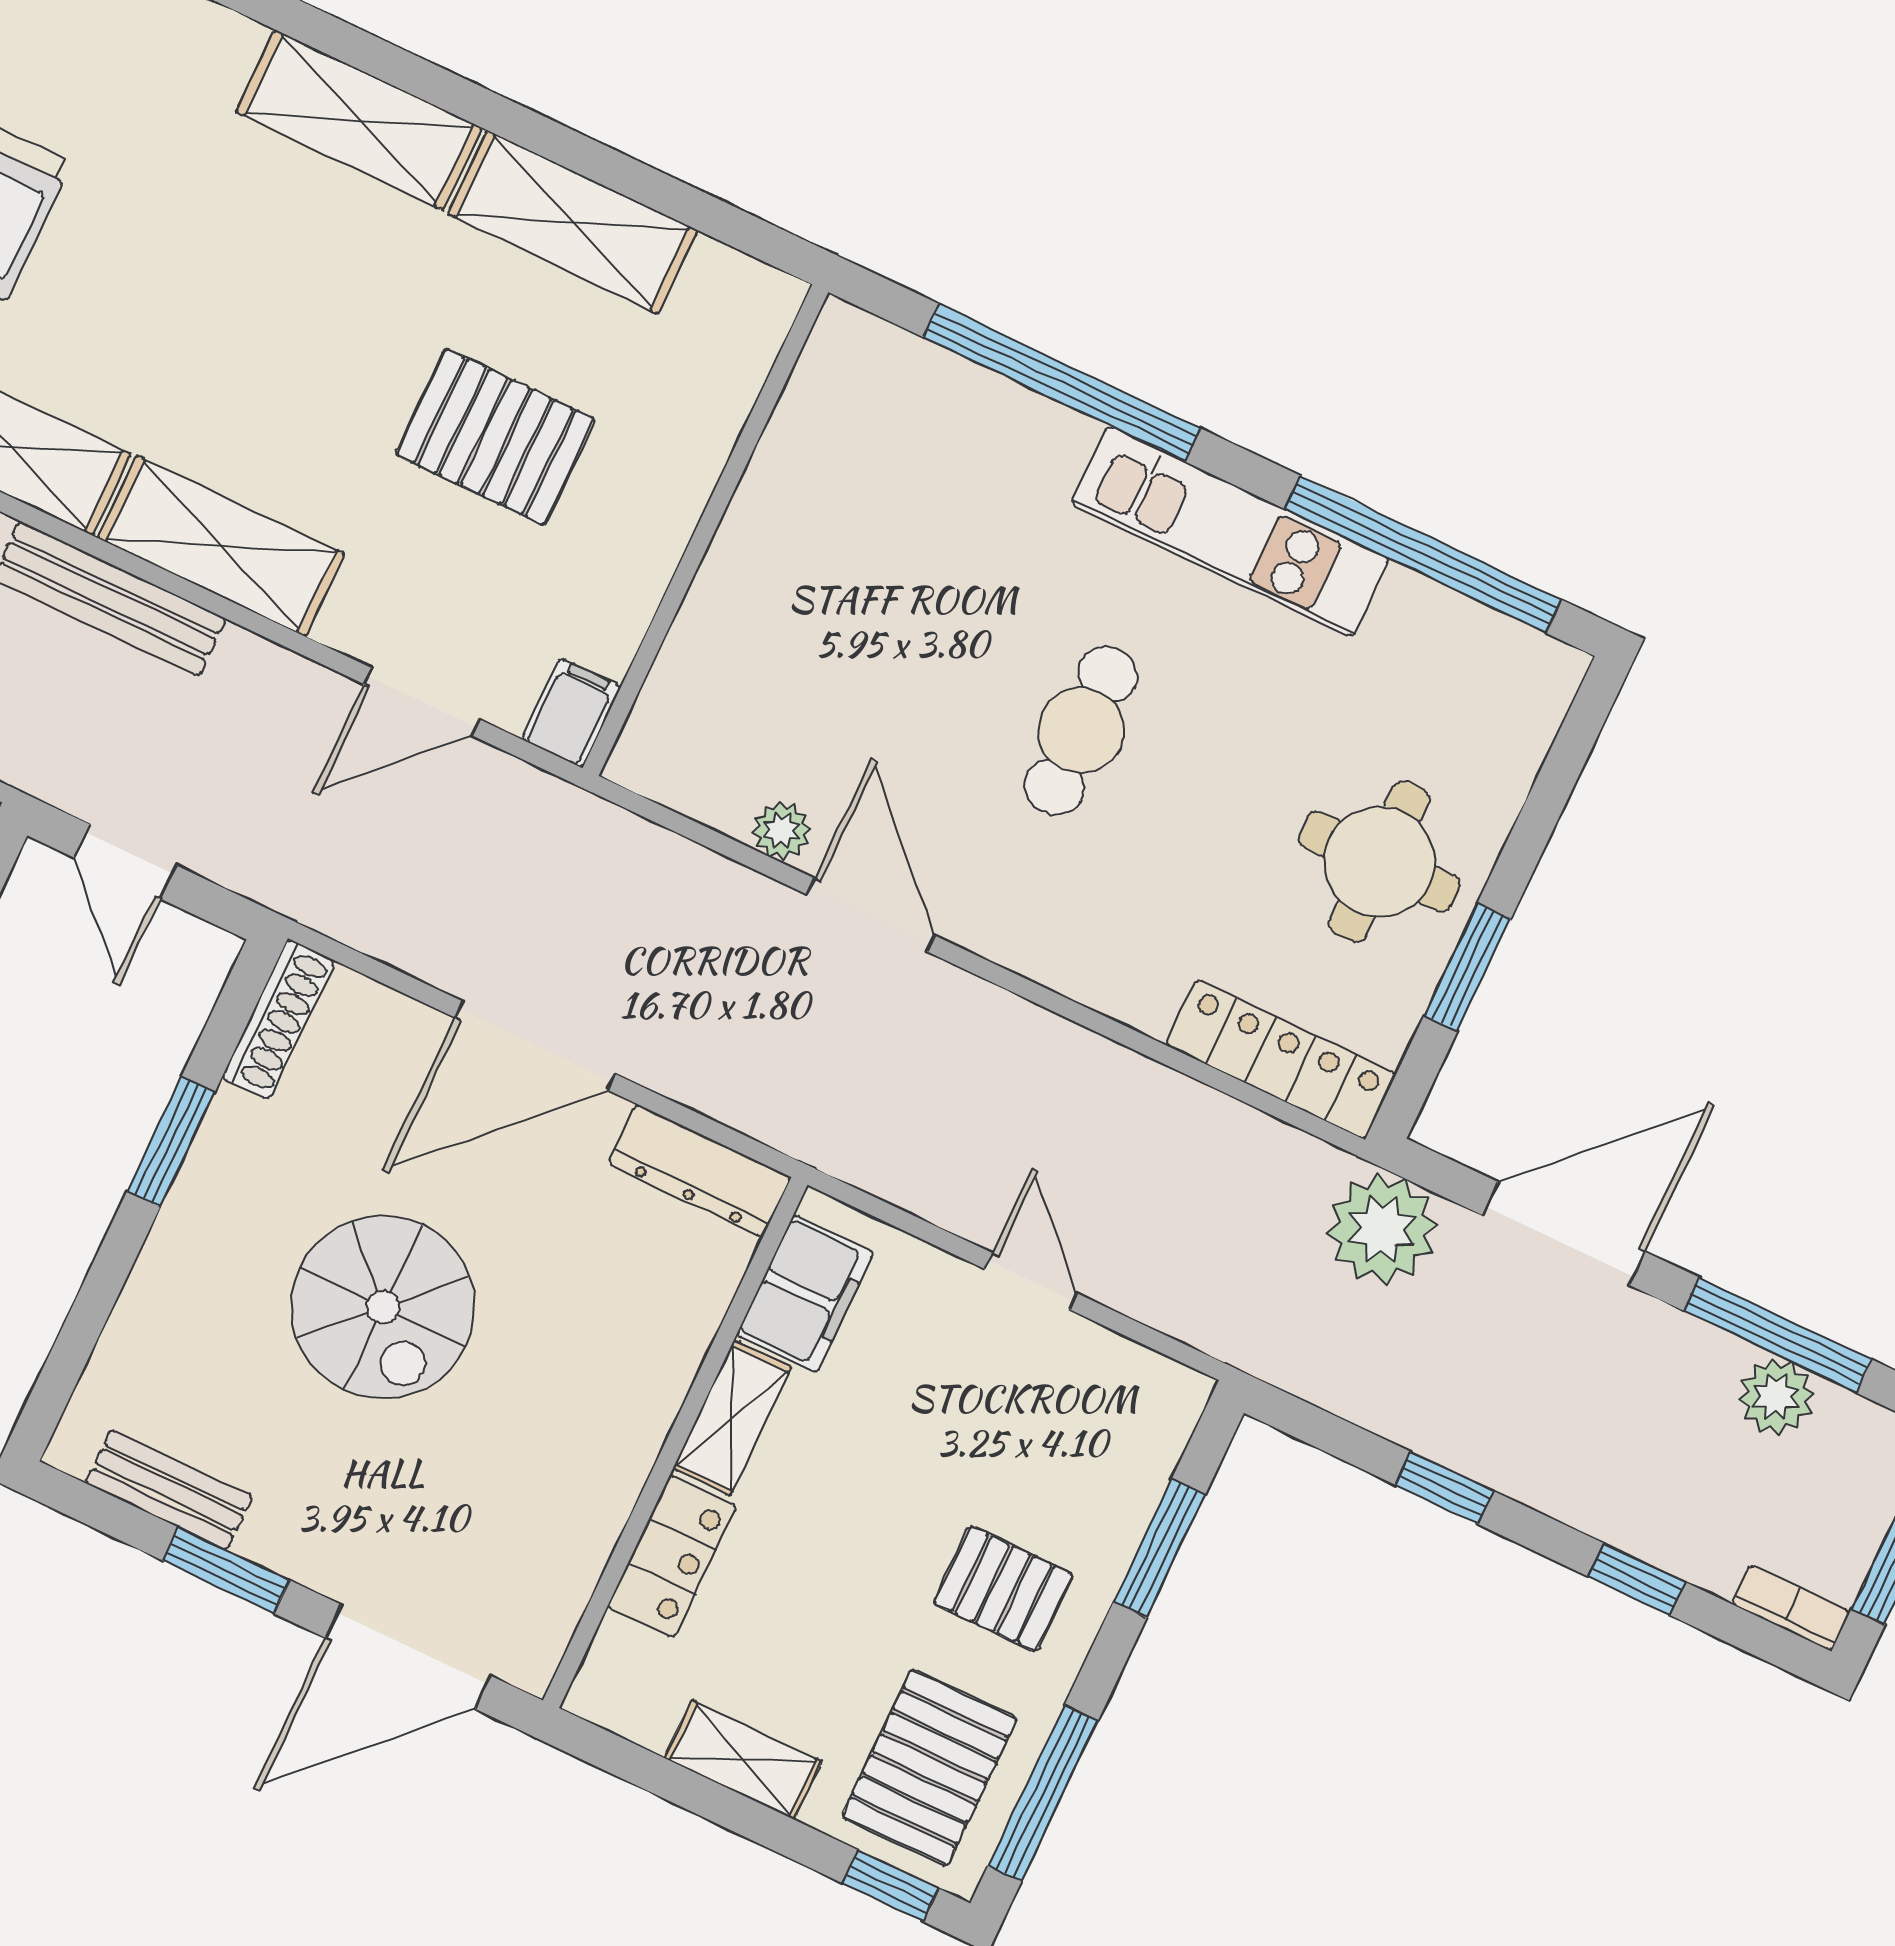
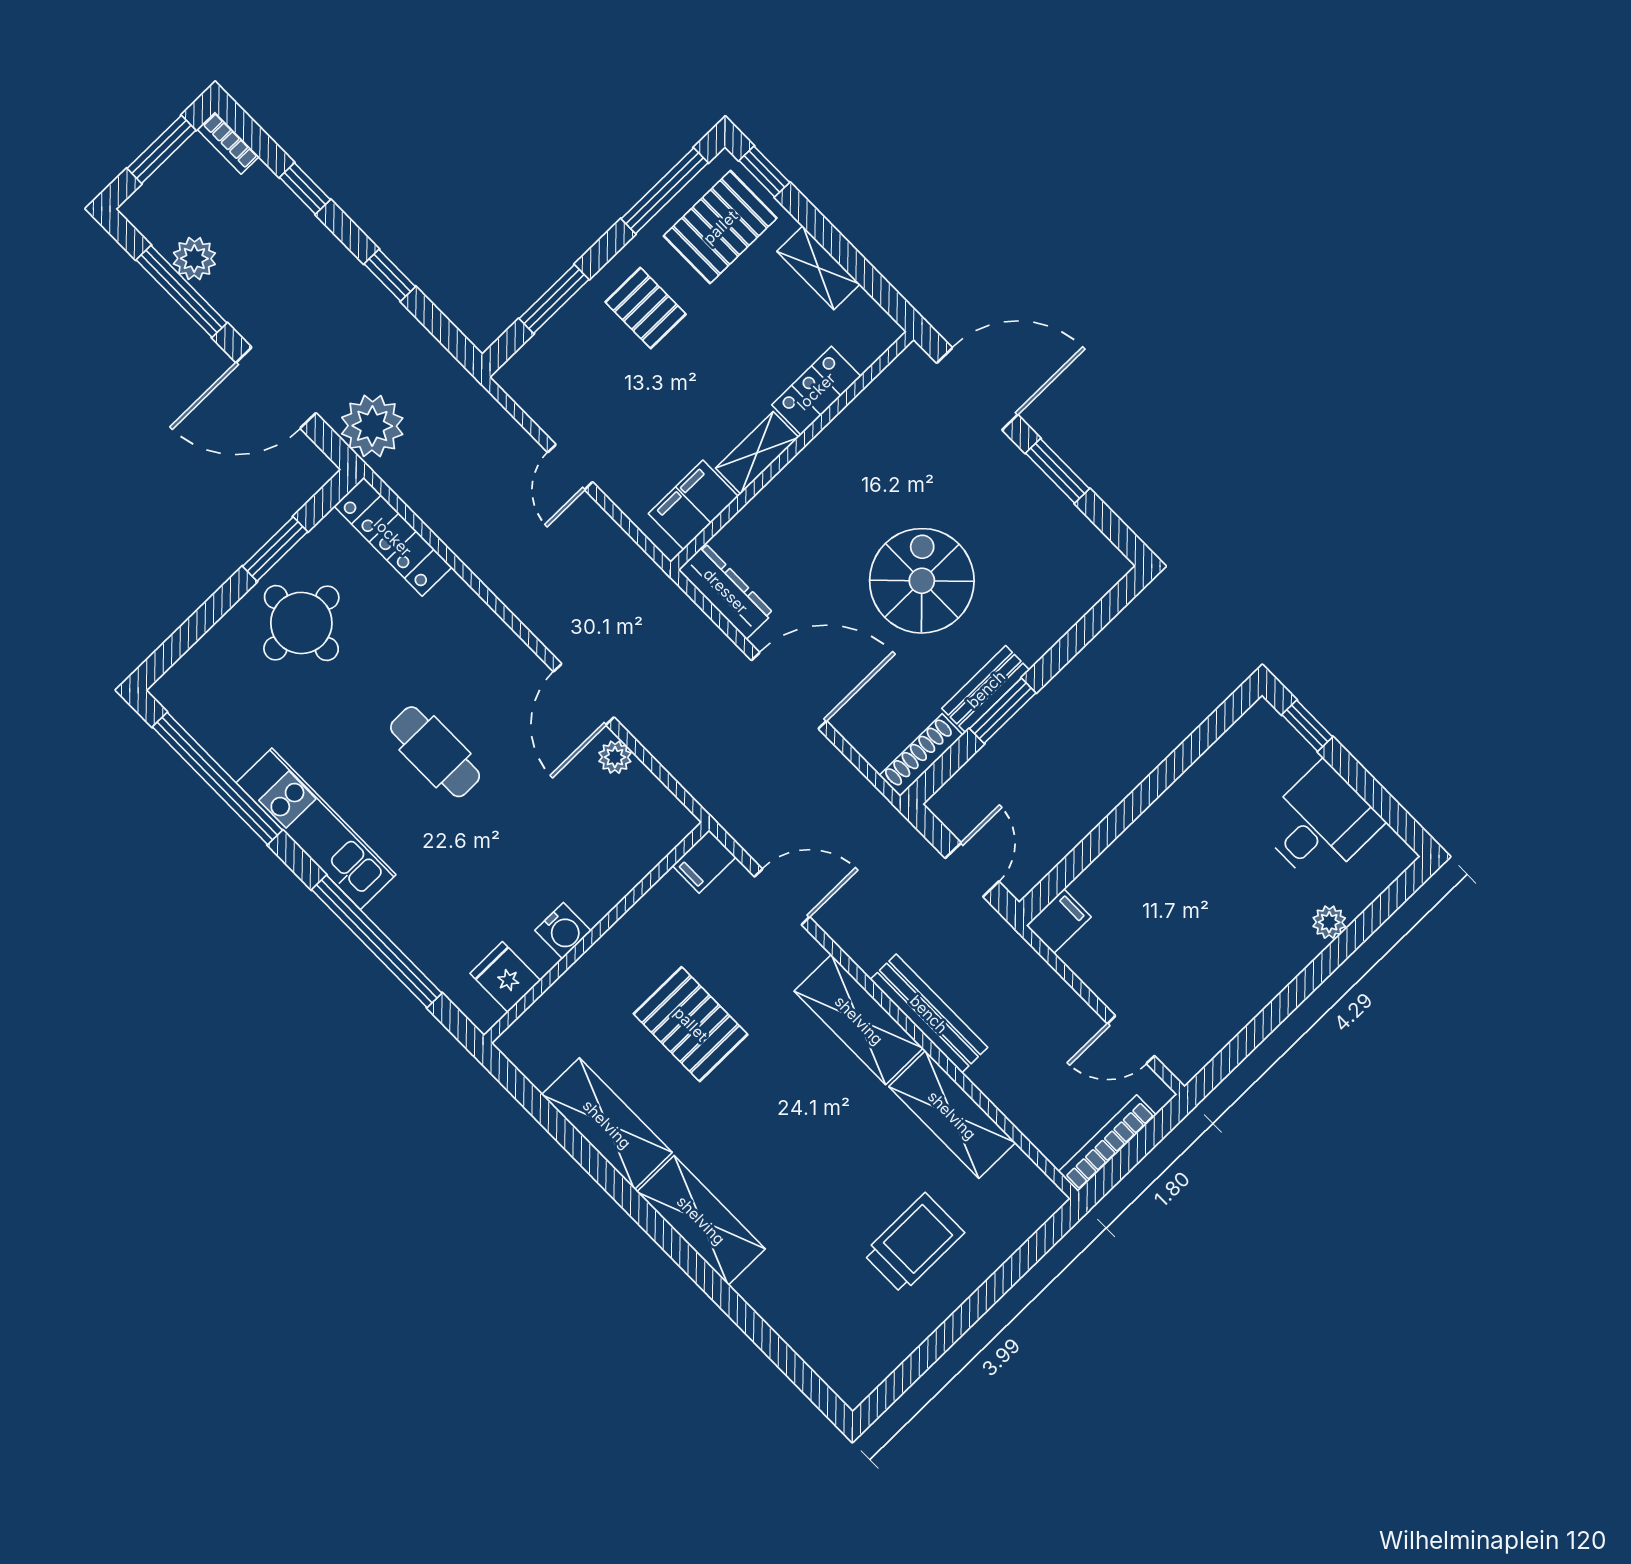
fridge: (829, 402) -> (505, 977), added
water cooler: (762, 513) -> (563, 931), added
cafe table: (1081, 730) -> (435, 752), turned 90
bench: (169, 1490) -> (986, 689), moved, turned 90

